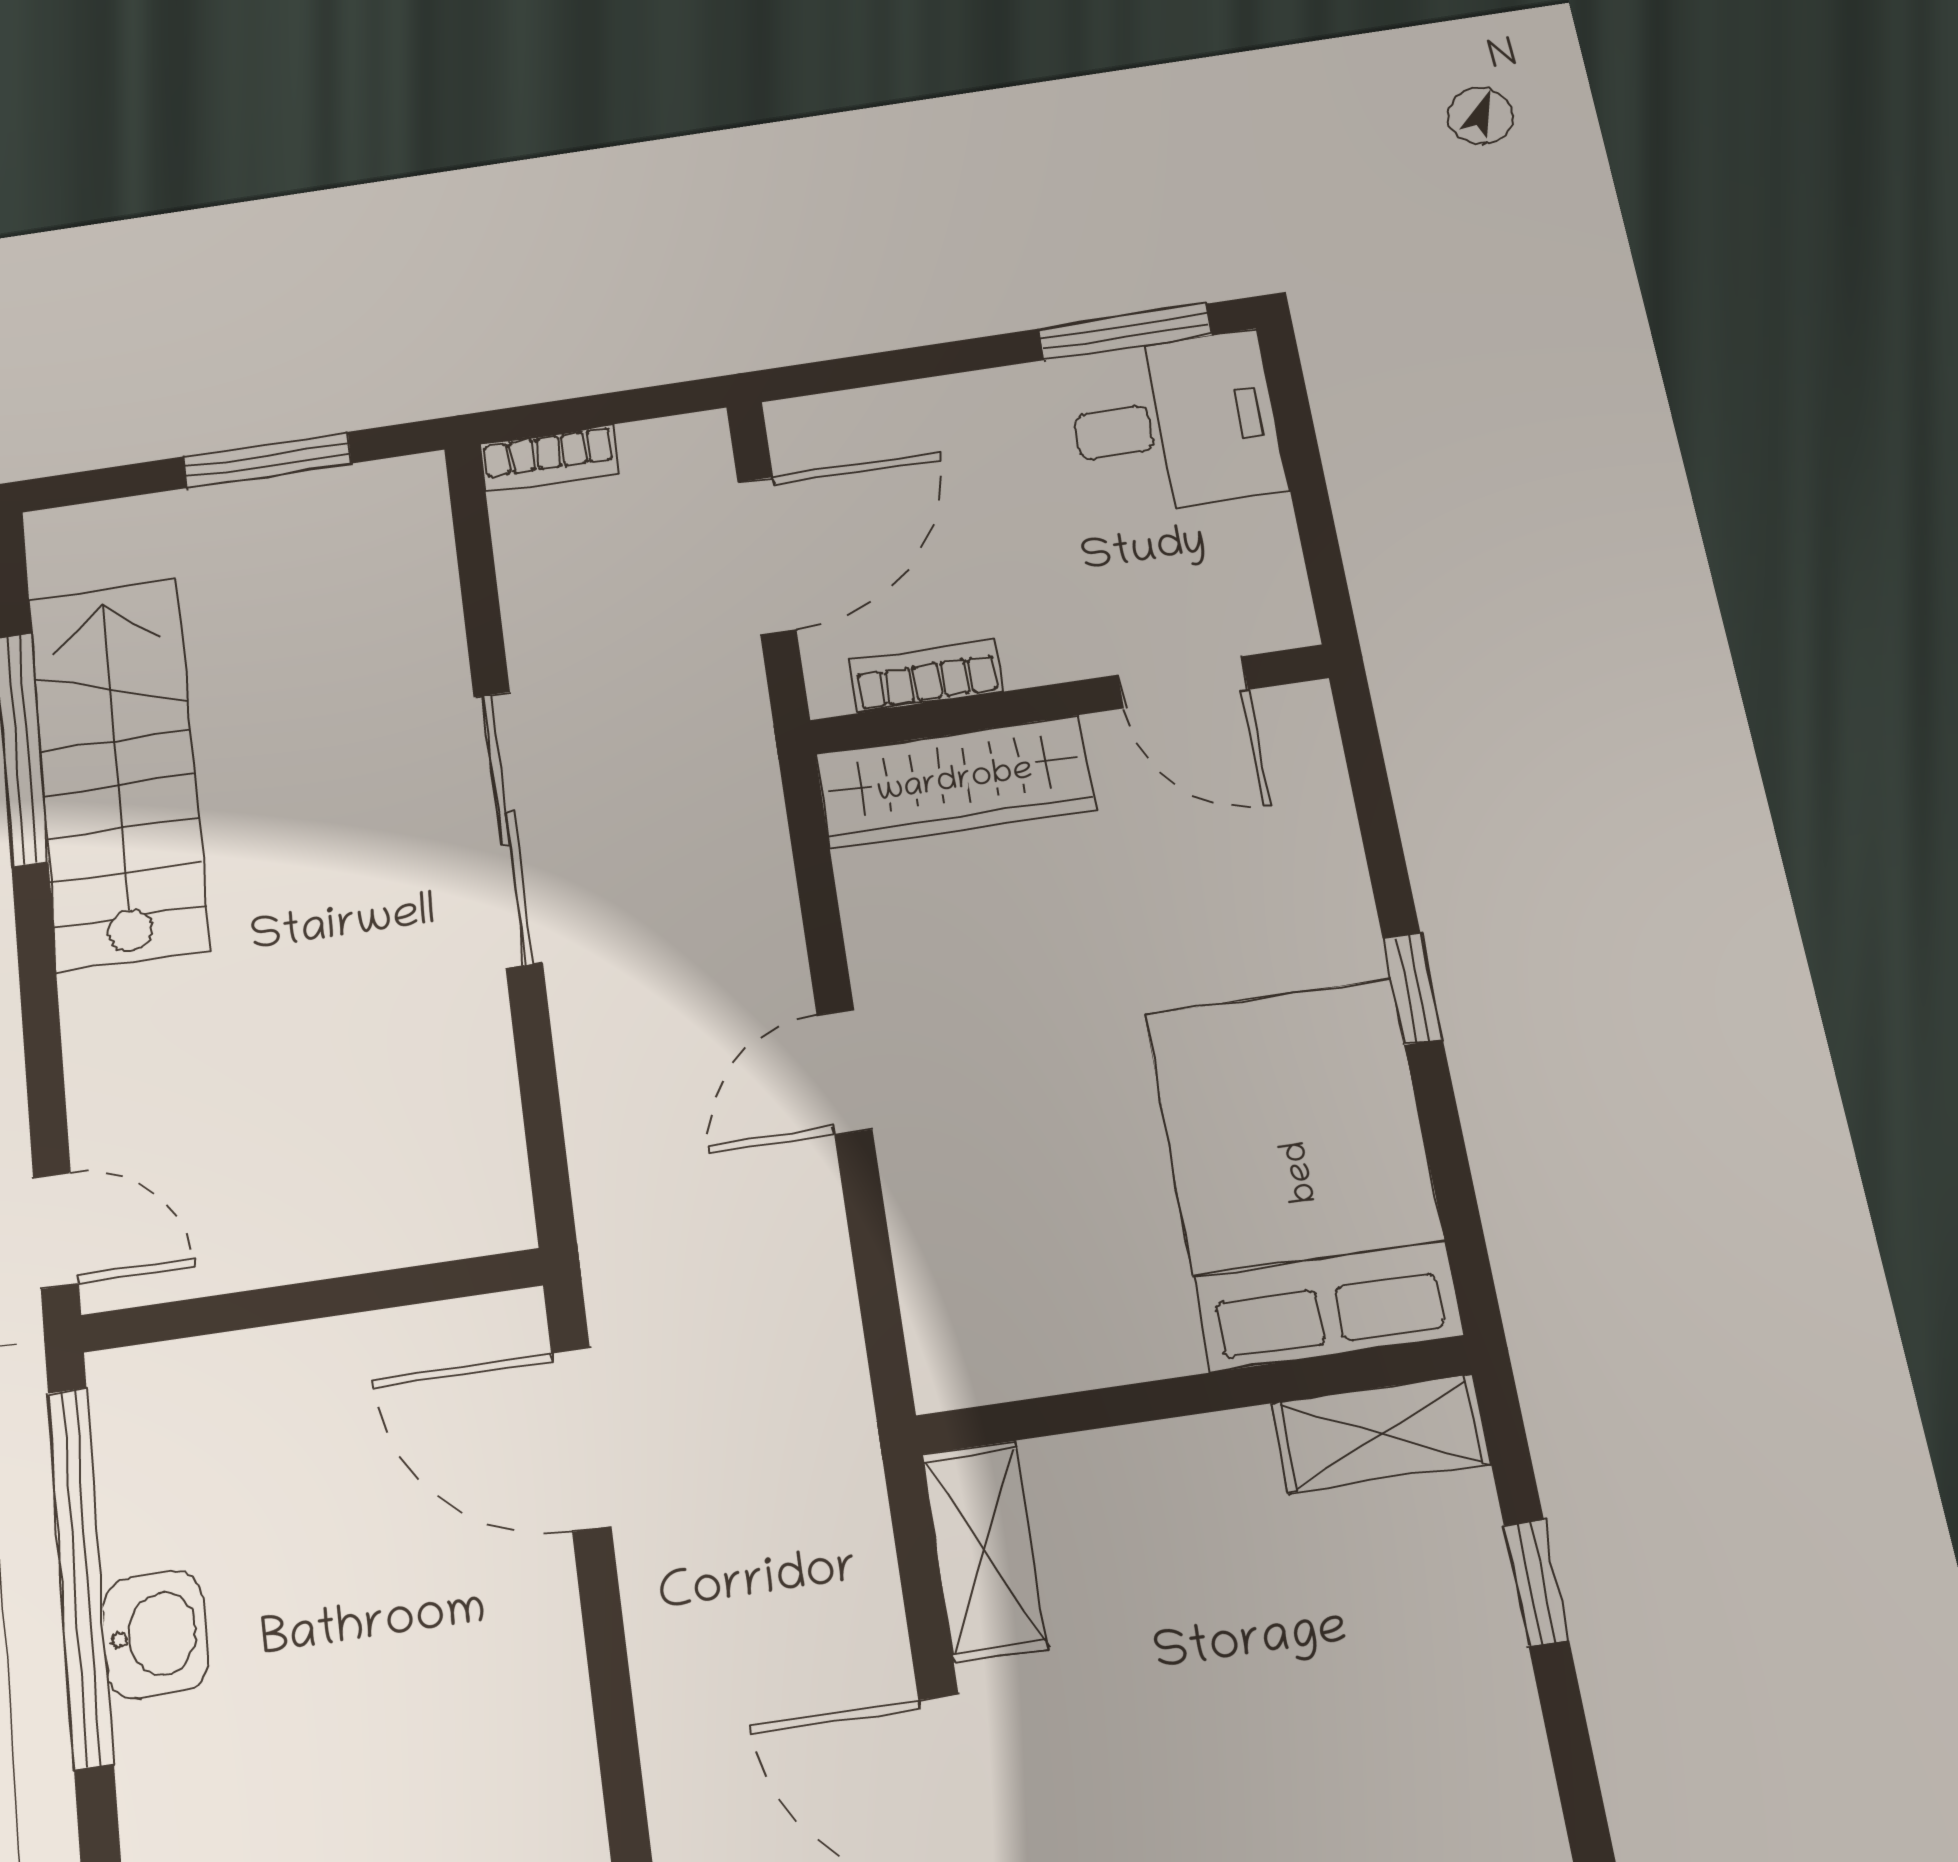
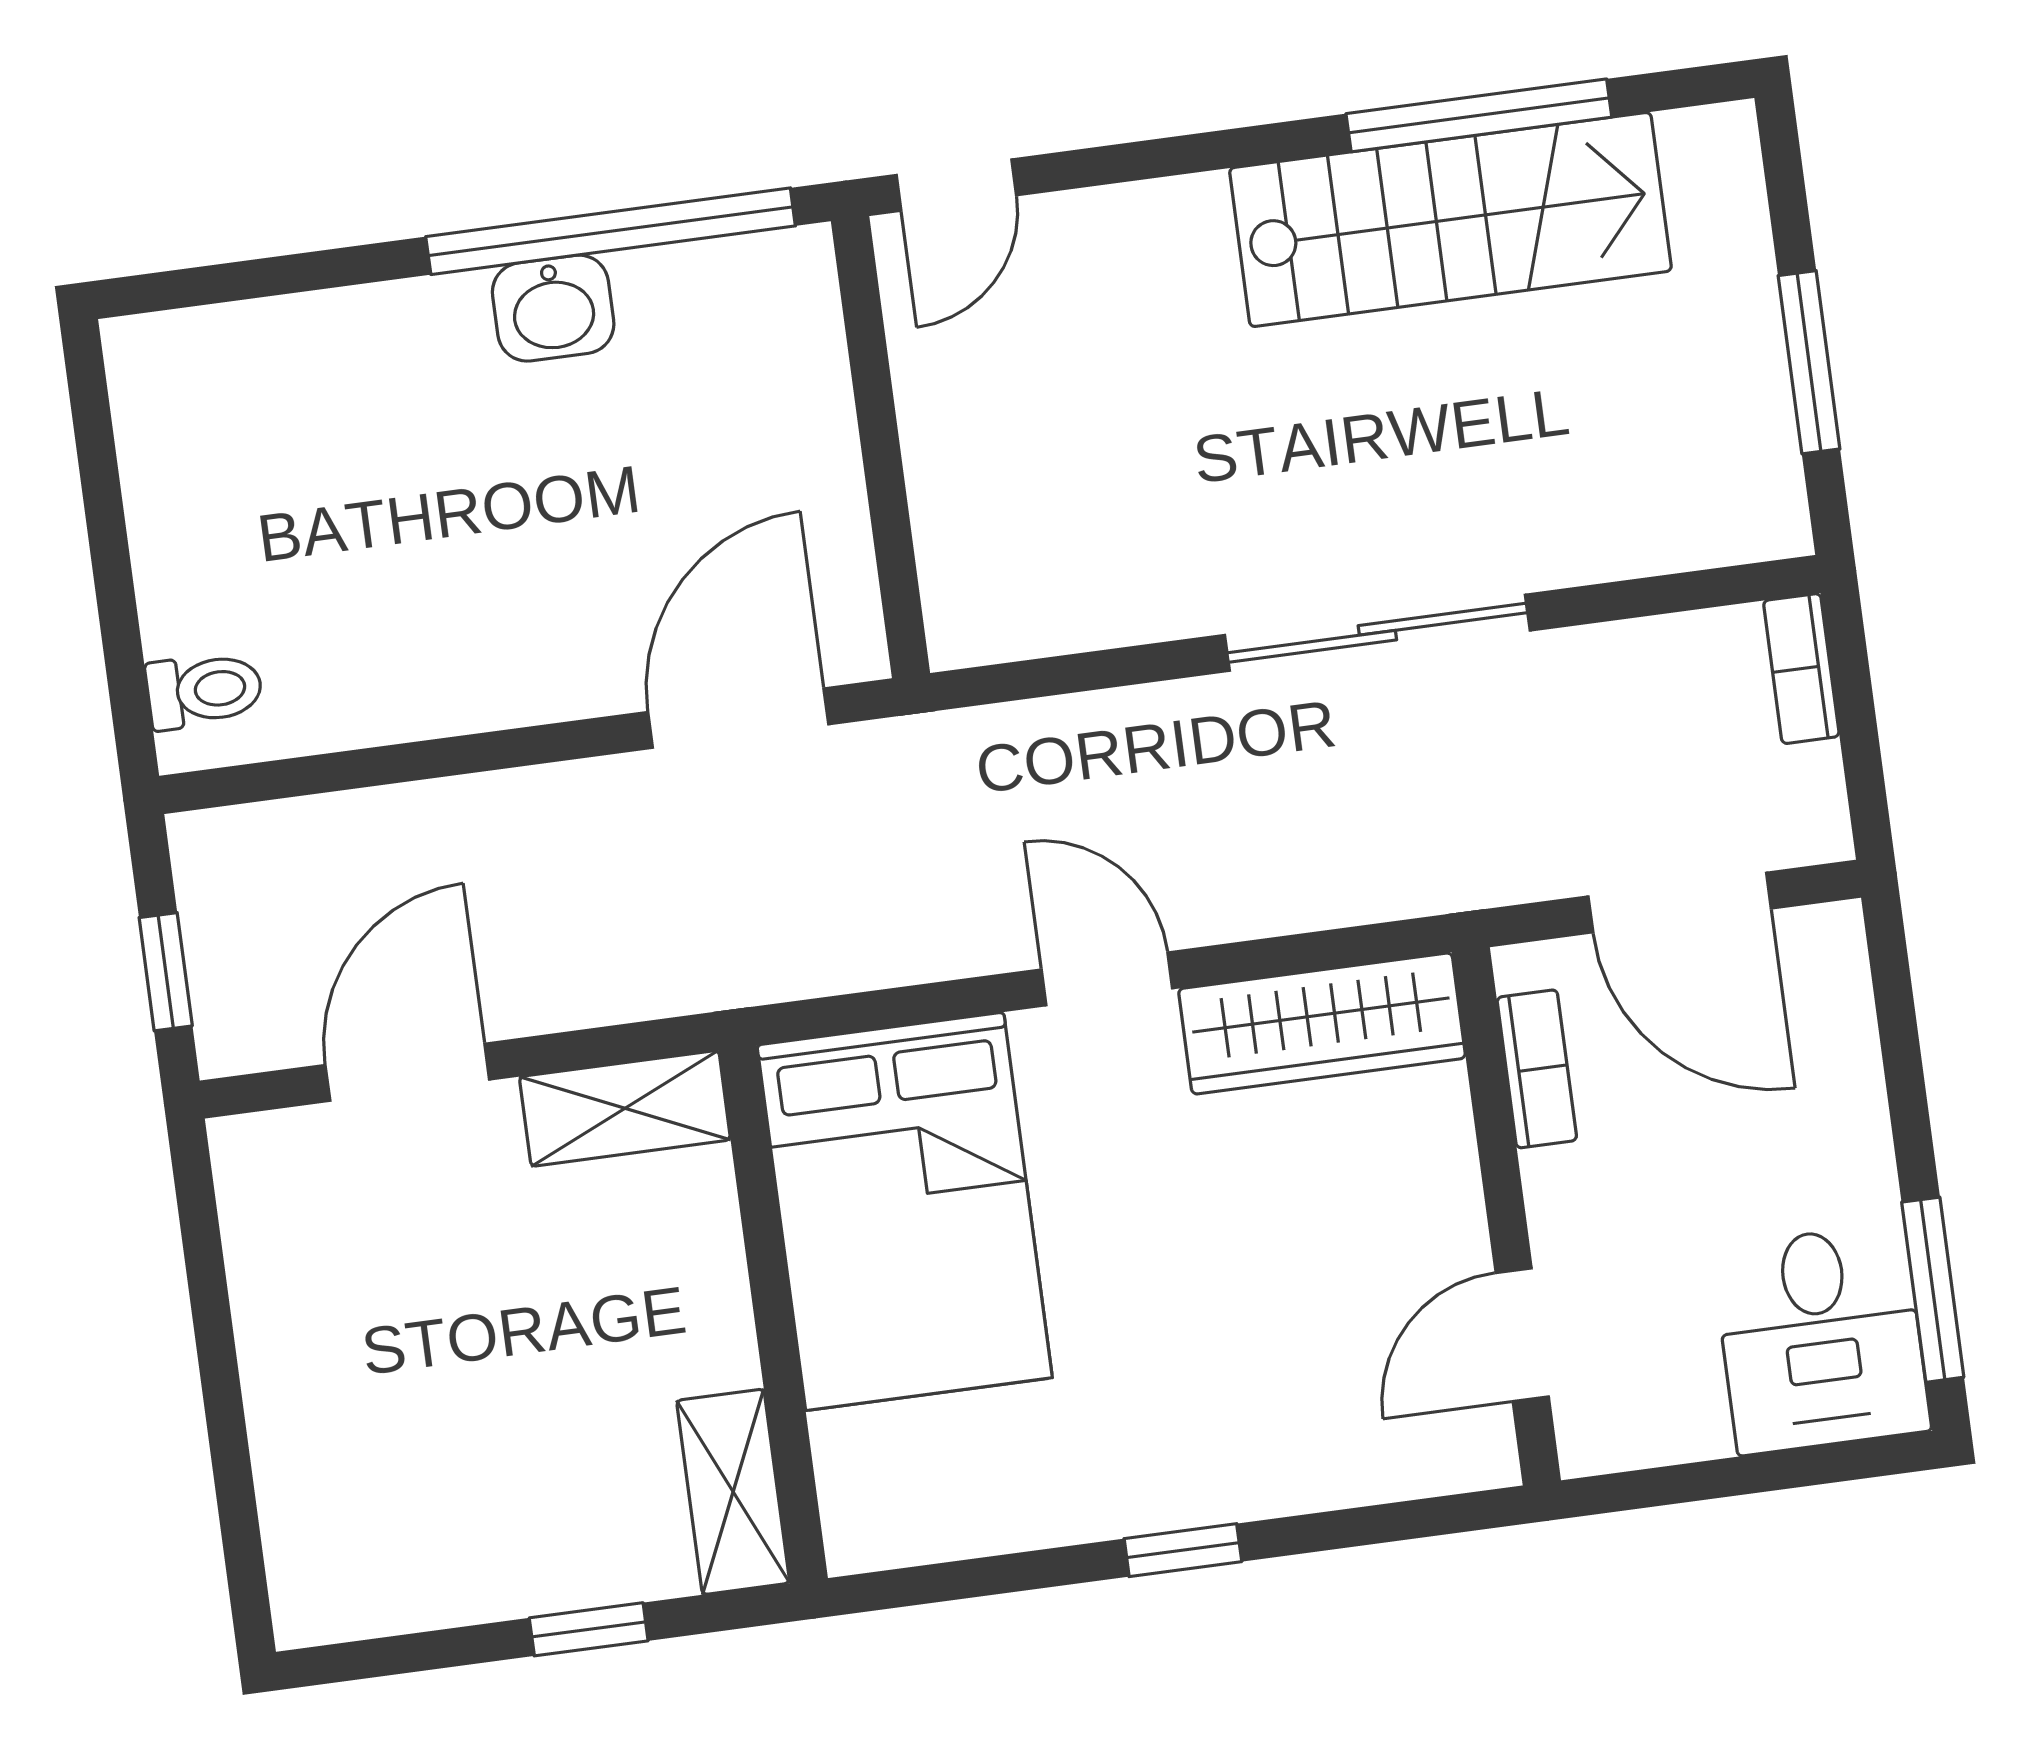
wardrobe: (955, 782) -> (1322, 1023), moved, turned -90
bed: (1302, 1172) -> (905, 1211), moved, turned 90

